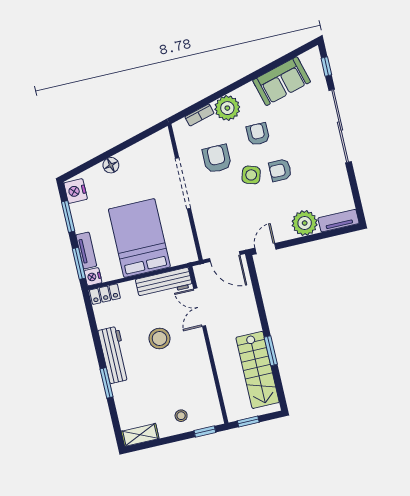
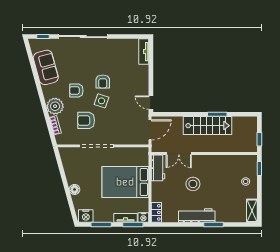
plant: (305, 223) -> (140, 74), removed
workbench: (164, 283) -> (158, 168), width x0.73
stairs: (258, 370) -> (207, 126), moved

